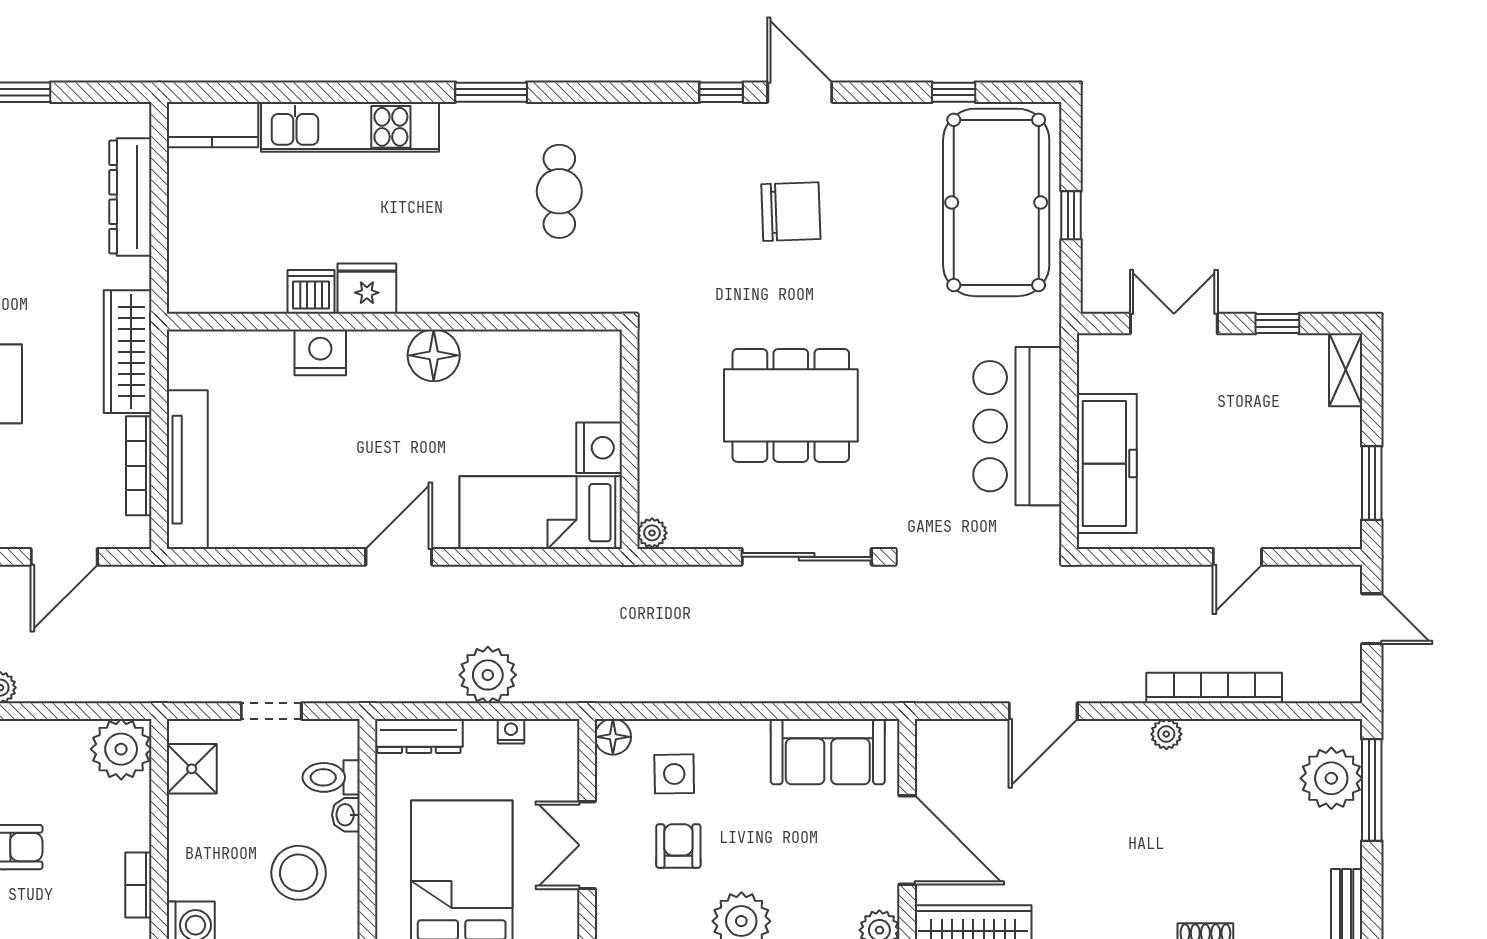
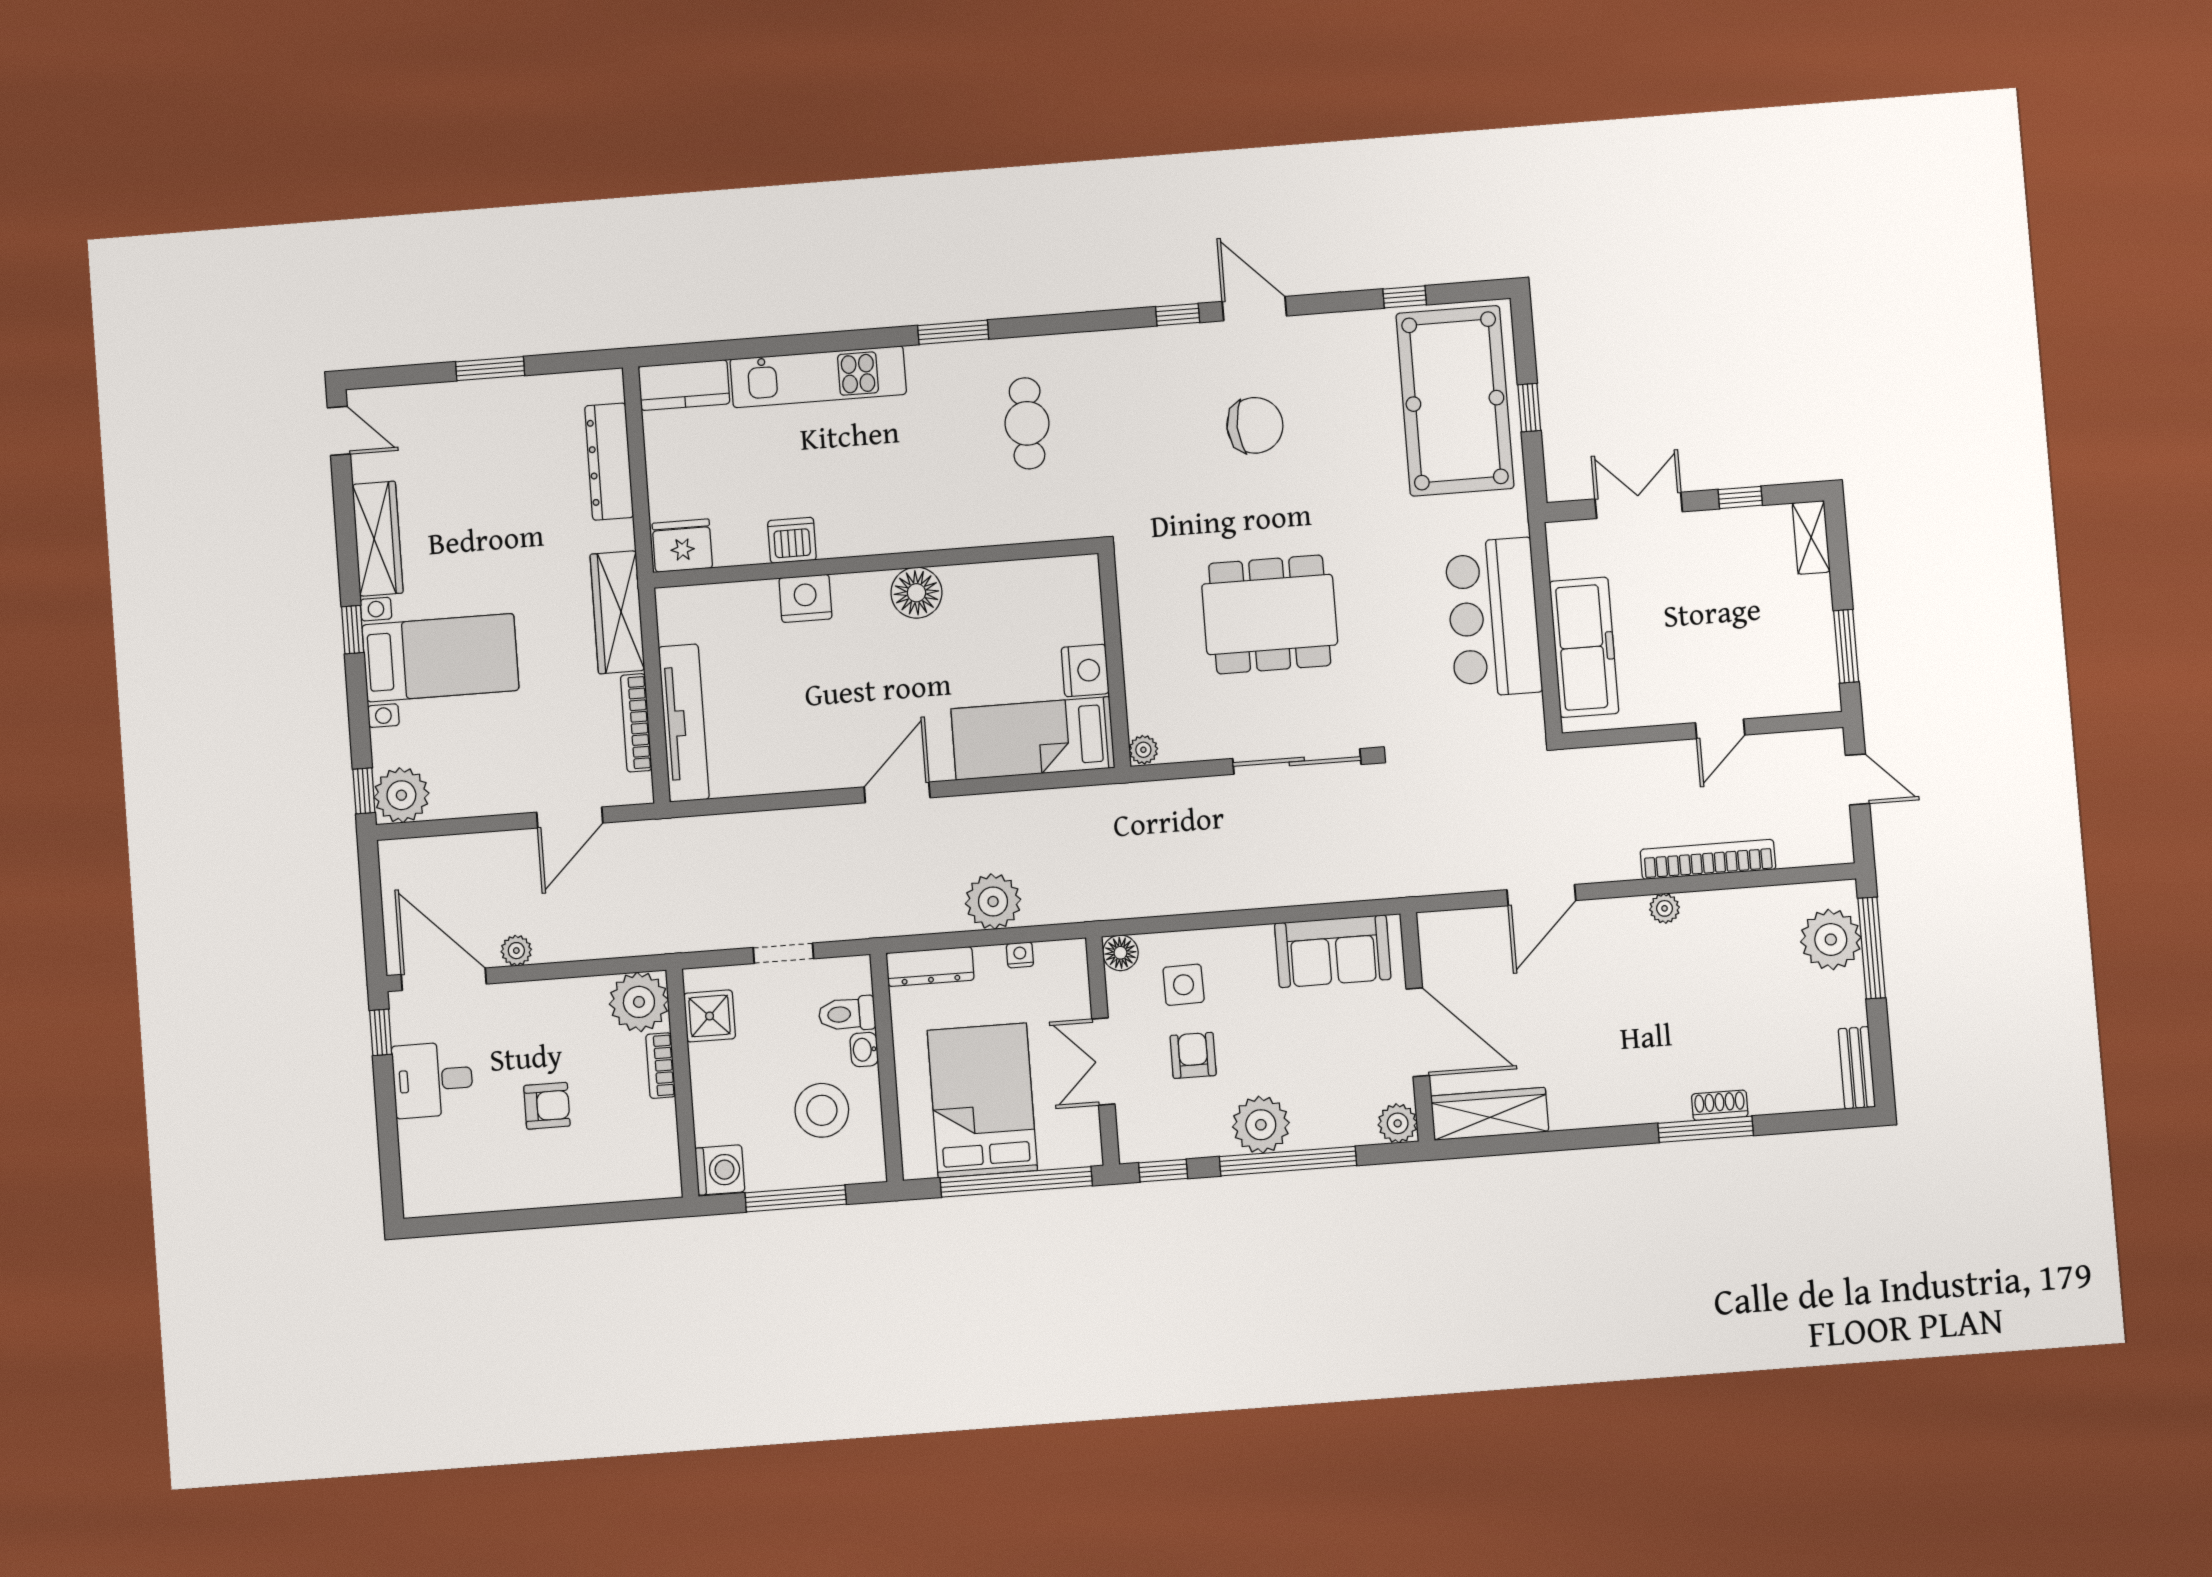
fridge: (367, 289) -> (682, 546), moved
bookcase: (138, 885) -> (661, 1066), moved

